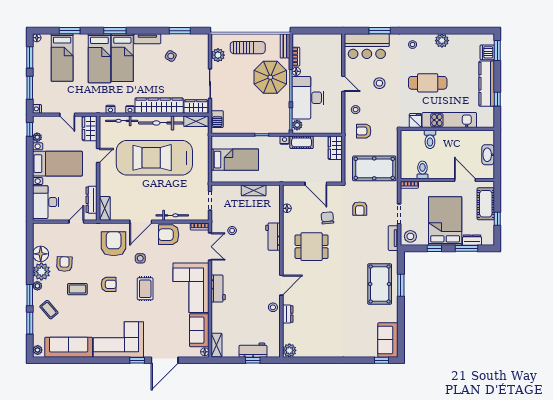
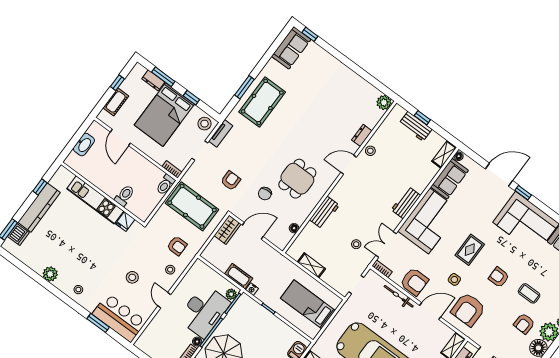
cafe table: (428, 83) -> (90, 246), removed
wardrobe: (335, 148) -> (227, 230), moved
toilet: (422, 170) -> (165, 185), moved
door: (316, 184) -> (253, 231), hinge flipped
cot: (486, 204) -> (116, 102), width x0.73, depth x0.75
dining table: (312, 247) -> (297, 179), turned 90

